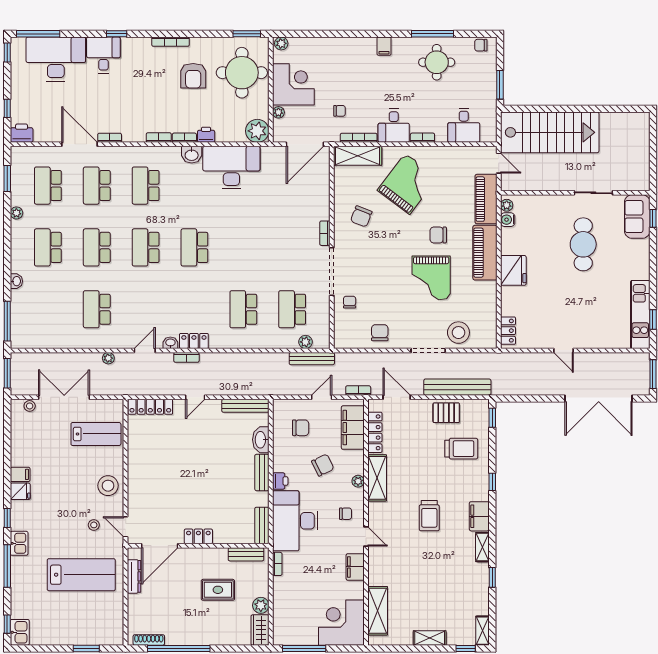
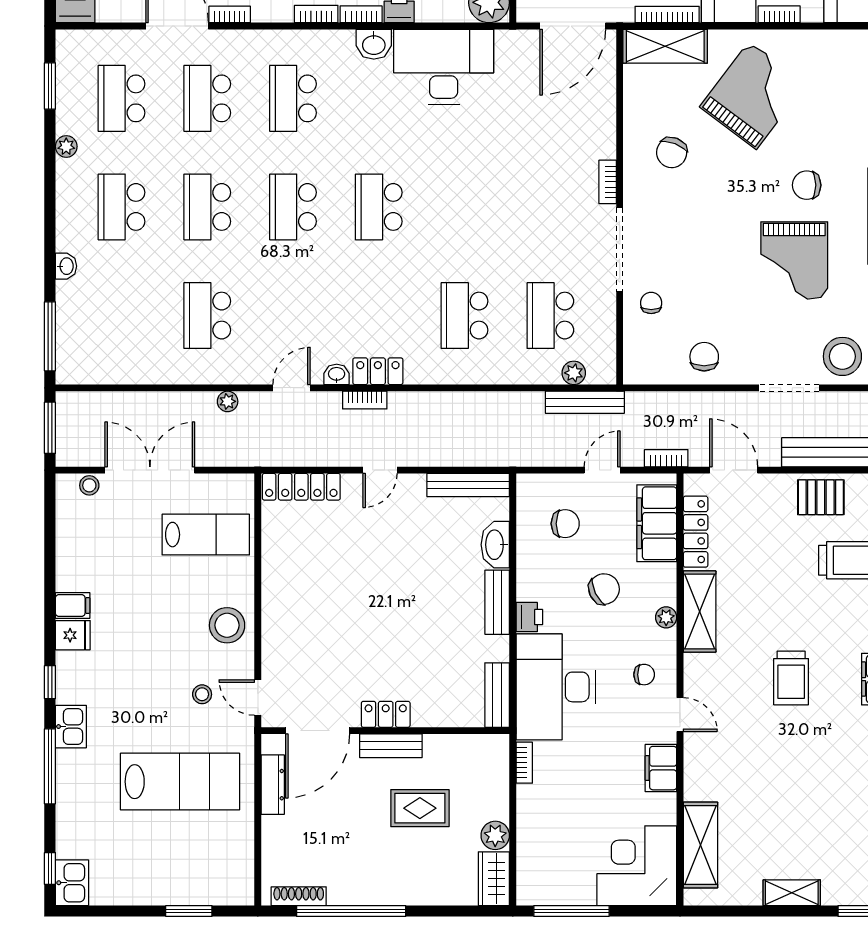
bench: (246, 554) -> (391, 746), moved

